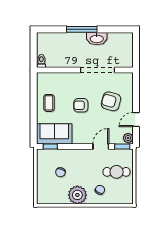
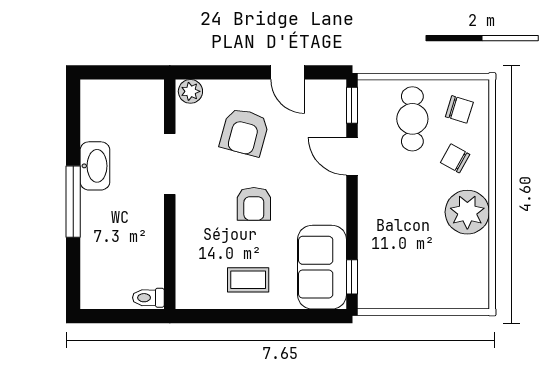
doorway: (98, 70) -> (170, 164), width x0.73
plant: (128, 138) -> (190, 91), moved
chair: (60, 172) -> (459, 109), moved

